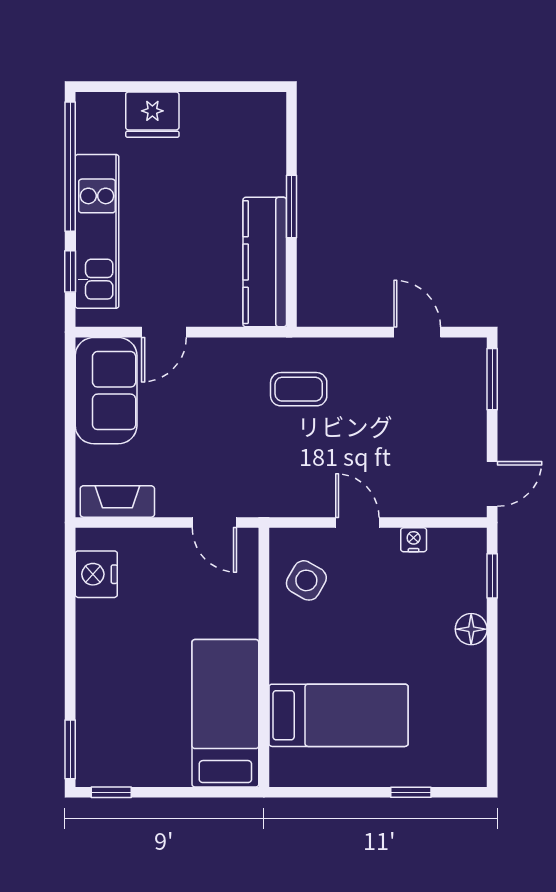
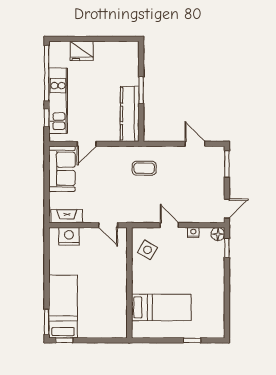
nightstand: (96, 574) -> (69, 236), moved, turned 90
floor lamp: (471, 629) -> (218, 234), moved
bed: (225, 713) -> (63, 307), moved

